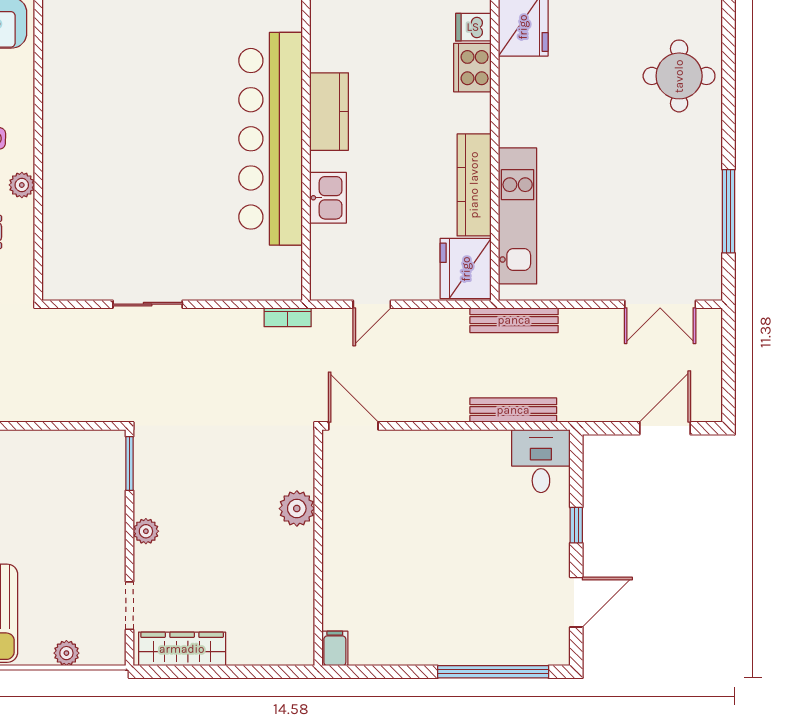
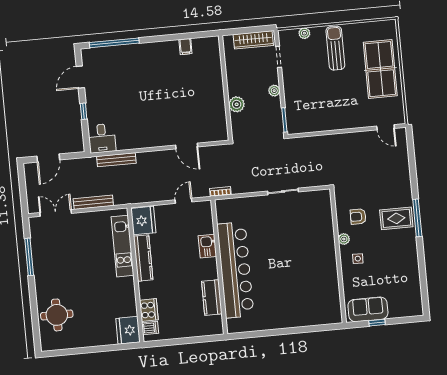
kitchen counter: (329, 112) -> (212, 298), moved
bench: (514, 320) -> (93, 202), moved
plant: (297, 509) -> (237, 104), moved
wall: (318, 548) -> (225, 88), moved

